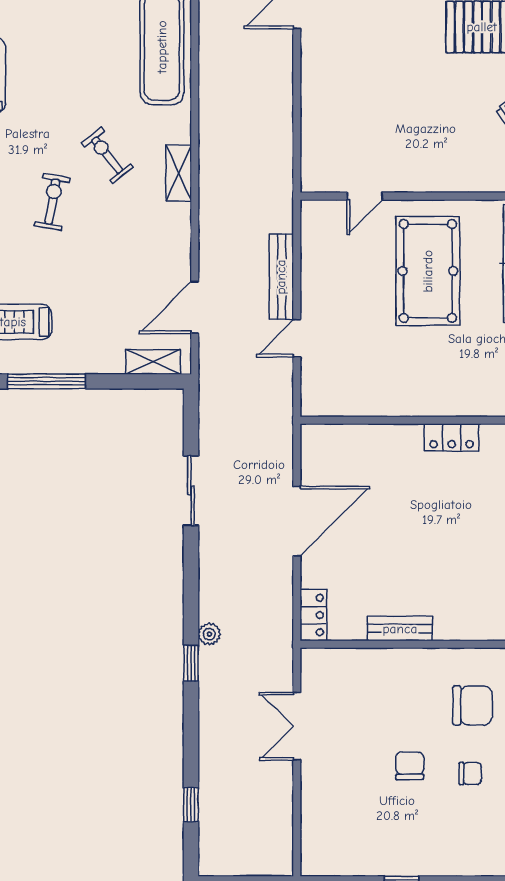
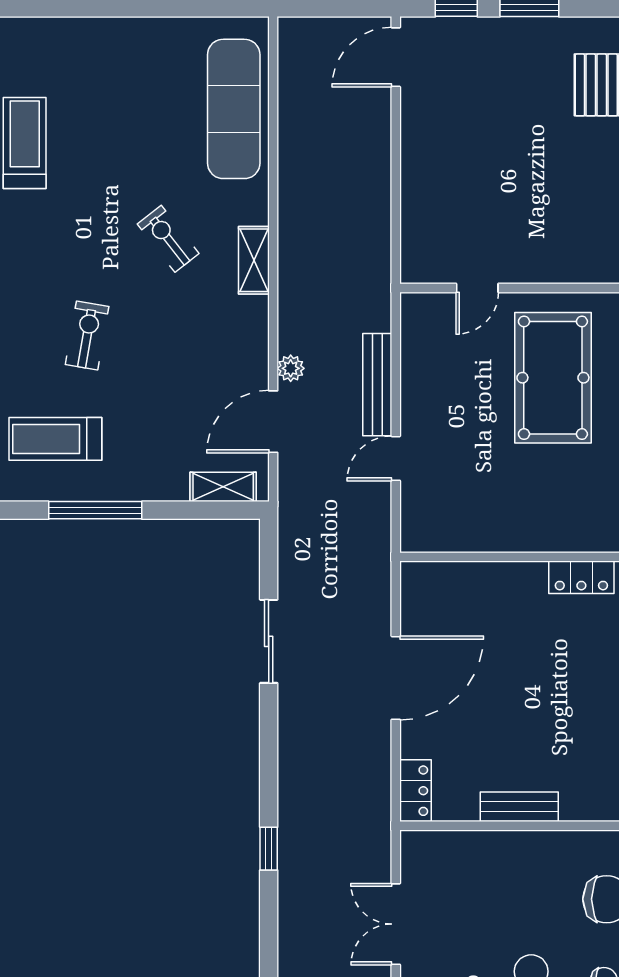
exercise bike: (52, 202) -> (87, 335), moved
plant: (209, 634) -> (291, 368), moved

